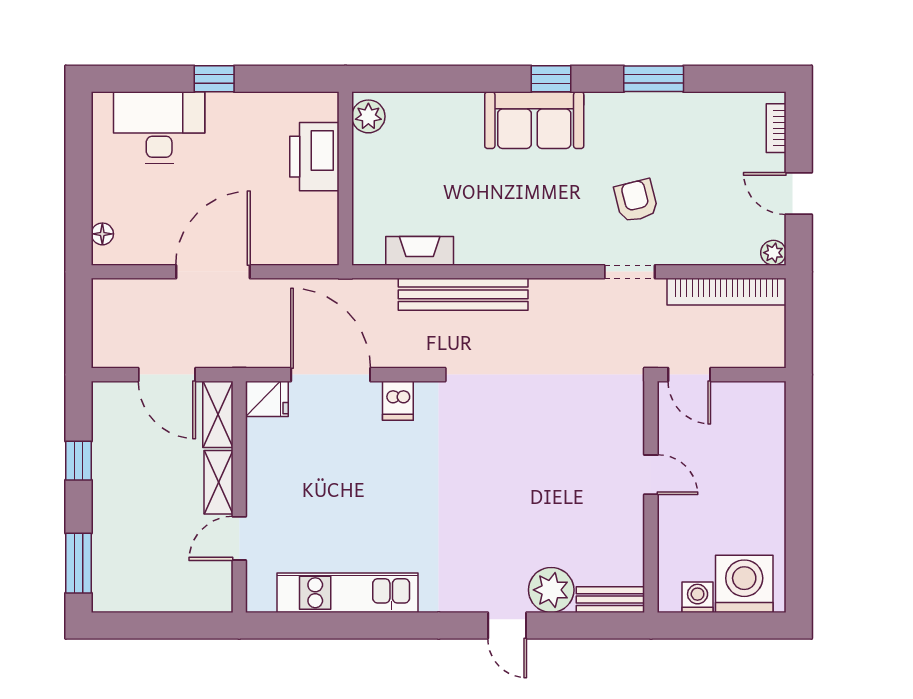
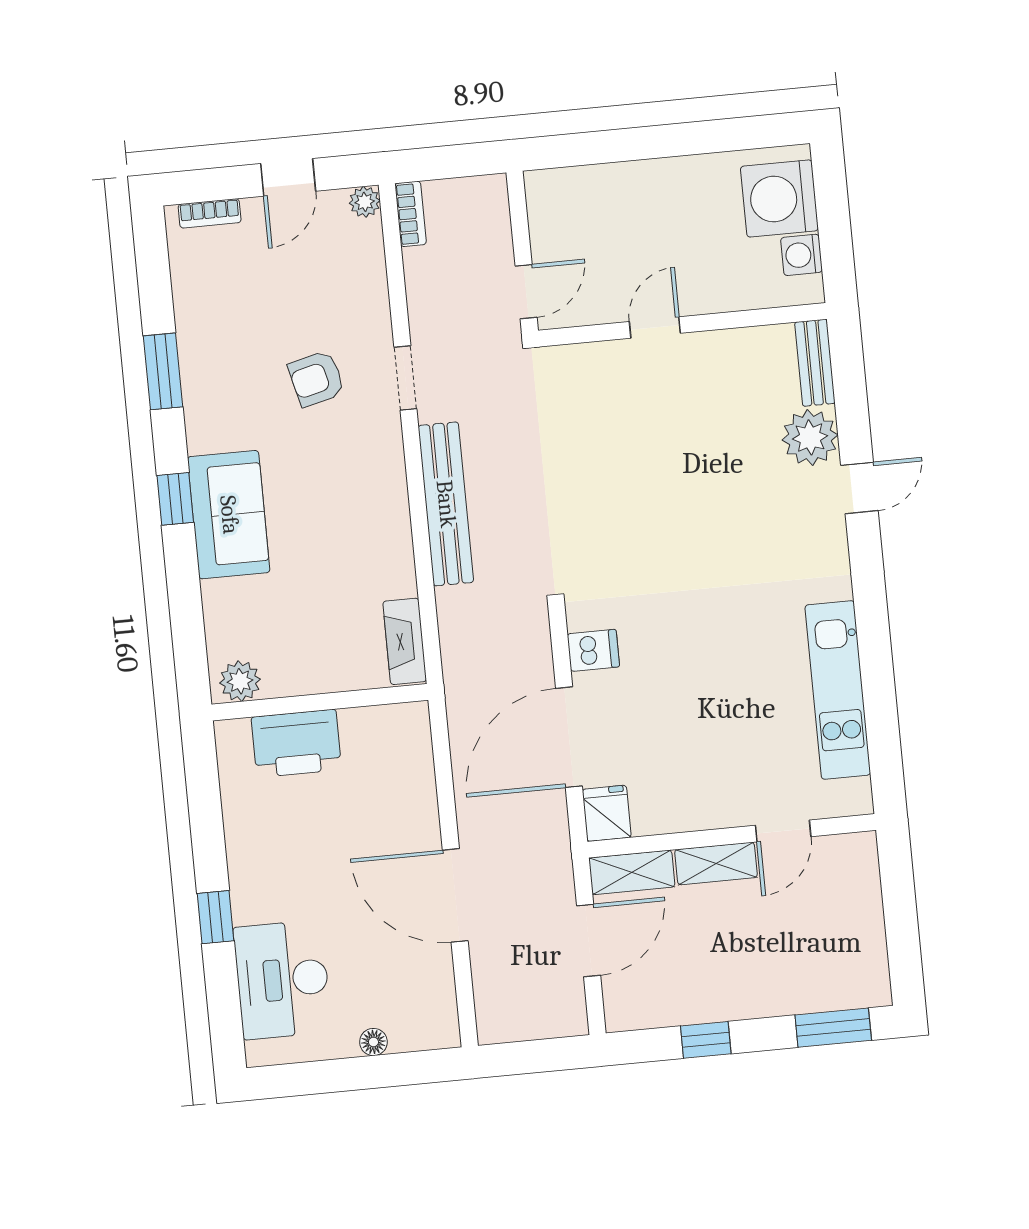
plant: (368, 116) -> (240, 681), moved
printer: (314, 157) -> (296, 743), moved
wall: (345, 178) -> (320, 702), moved
floor lamp: (102, 234) -> (373, 1042), moved
bookcase: (727, 292) -> (411, 214), width x0.43, depth x0.76
bench: (463, 294) -> (446, 504), moved
door: (239, 538) -> (783, 831), hinge flipped

